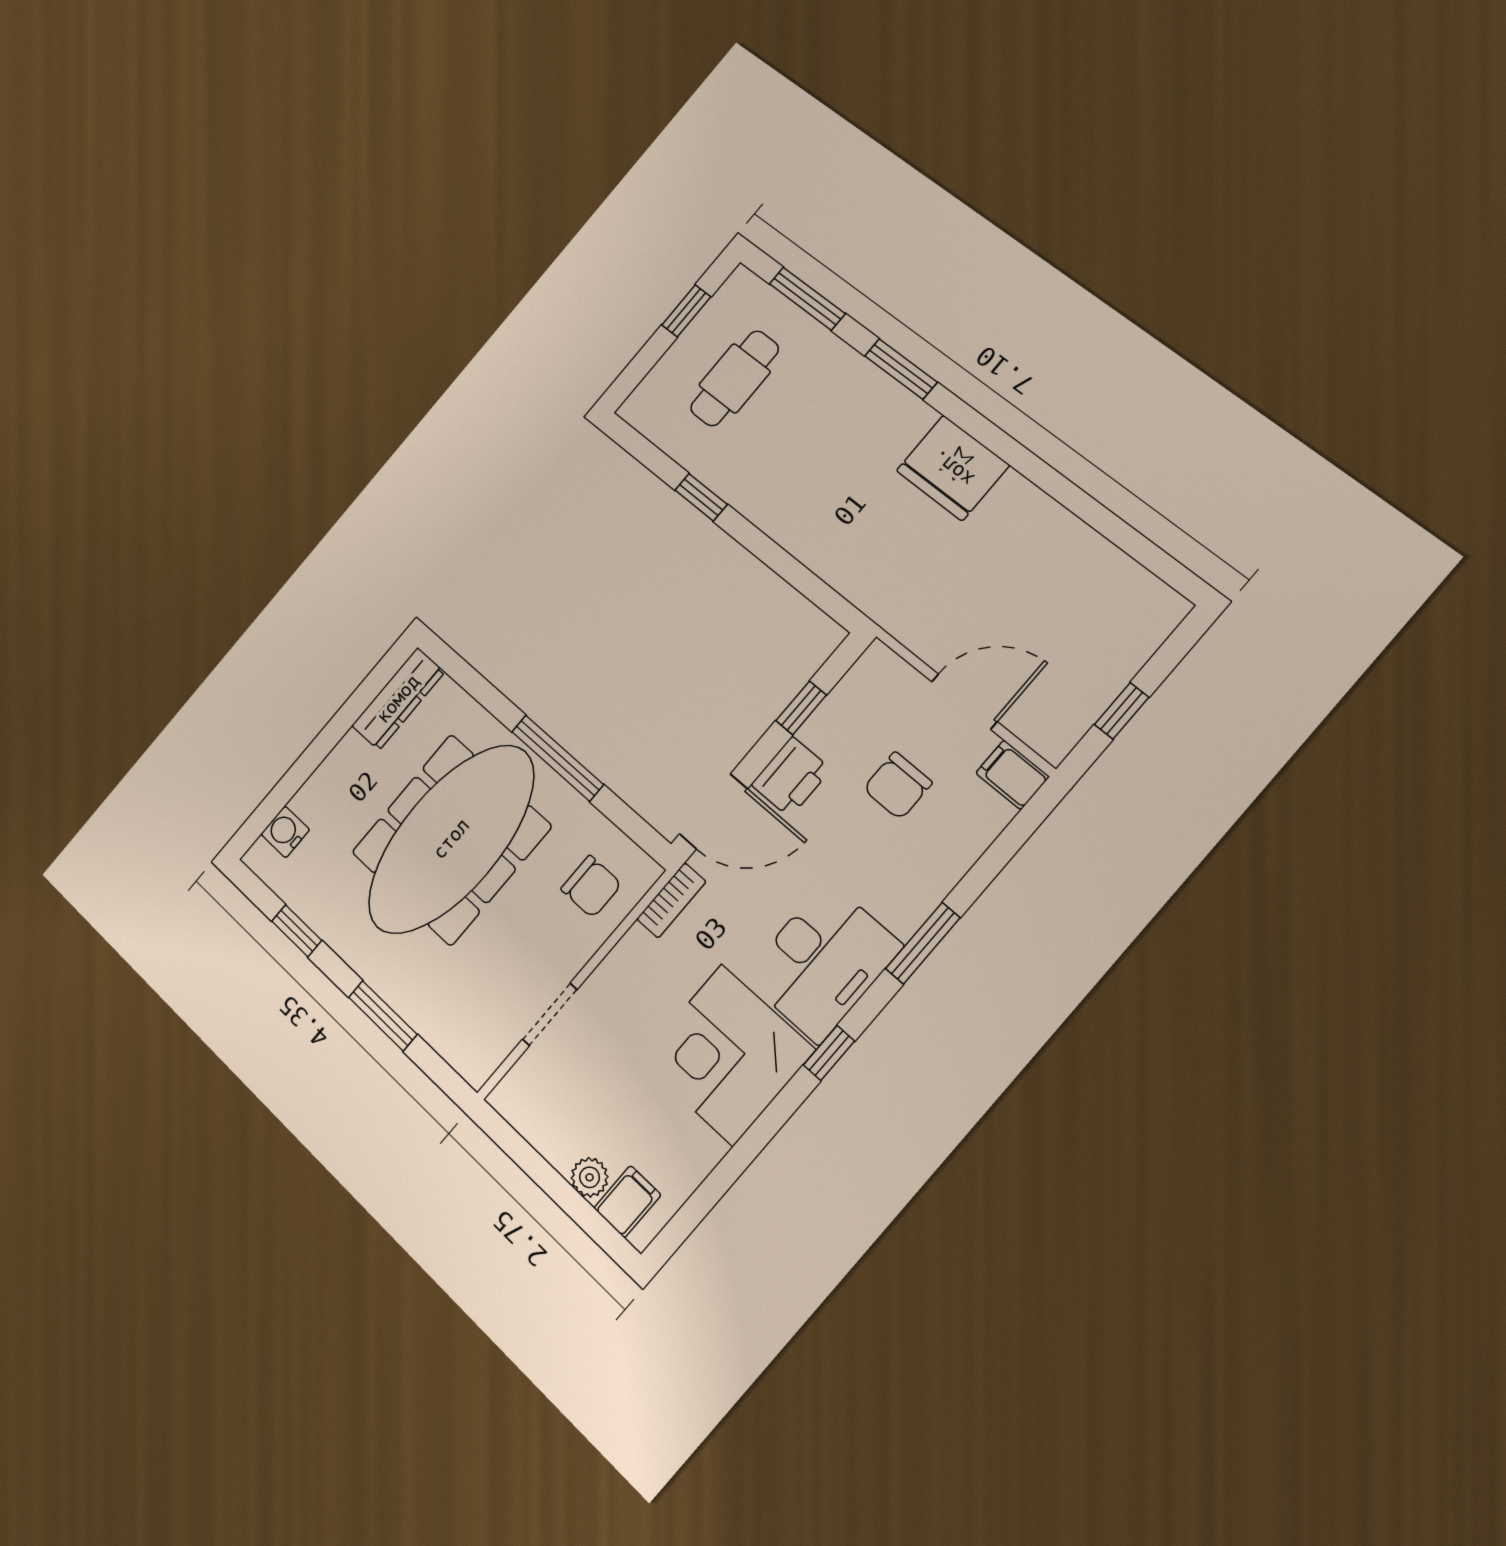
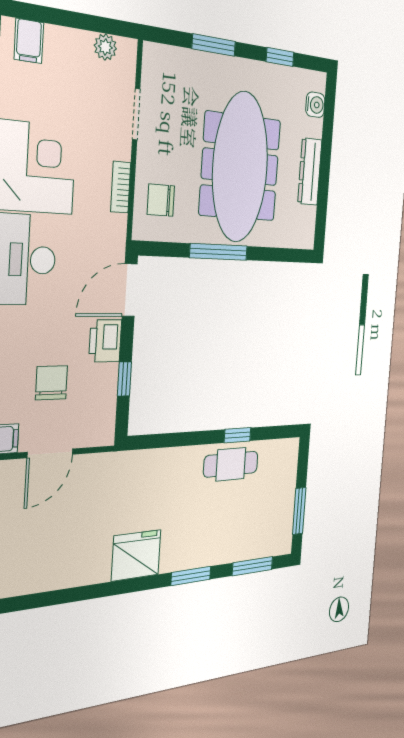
window: (686, 311) -> (299, 511), width x1.50
cafe table: (735, 378) -> (231, 464), moved, turned 90
dresser: (398, 699) -> (310, 172), moved
bookcase: (671, 900) -> (121, 187), moved
plant: (590, 1177) -> (105, 47), moved

